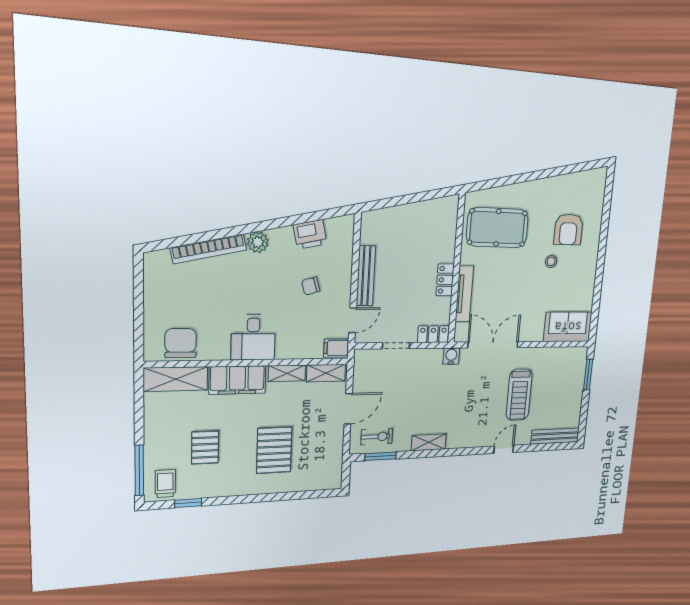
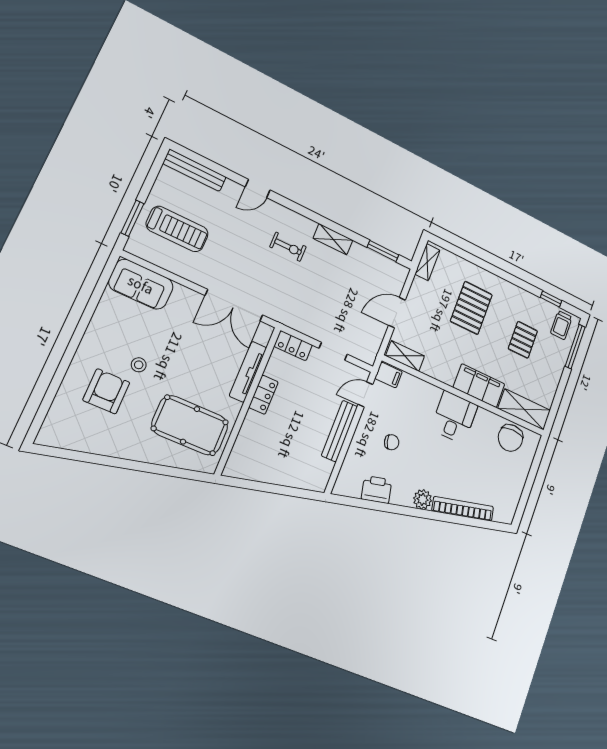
water cooler: (451, 356) -> (282, 315), removed
shelving: (287, 373) -> (427, 262), moved, turned 90
treadmill: (519, 395) -> (177, 229), moved, turned 90
exercise bike: (377, 437) -> (288, 247), moved, turned 180

